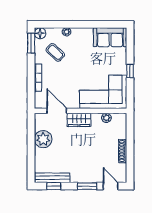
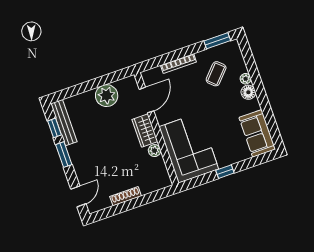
floor lamp: (40, 33) -> (248, 92), moved
plant: (106, 118) -> (155, 151), moved
window: (87, 186) -> (64, 155), moved

